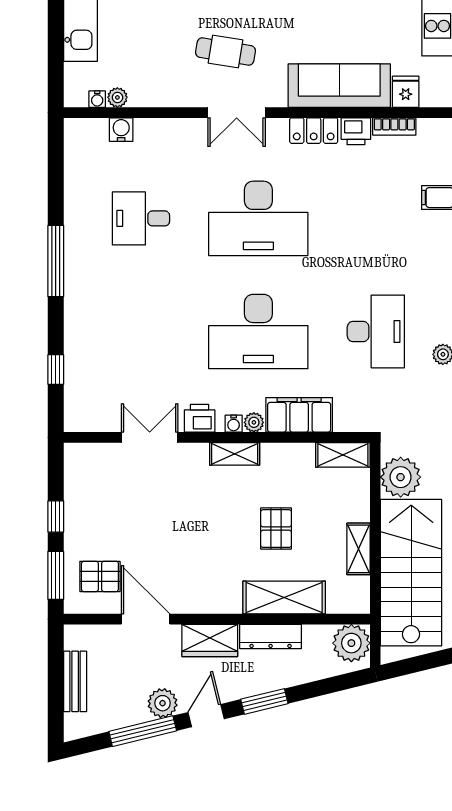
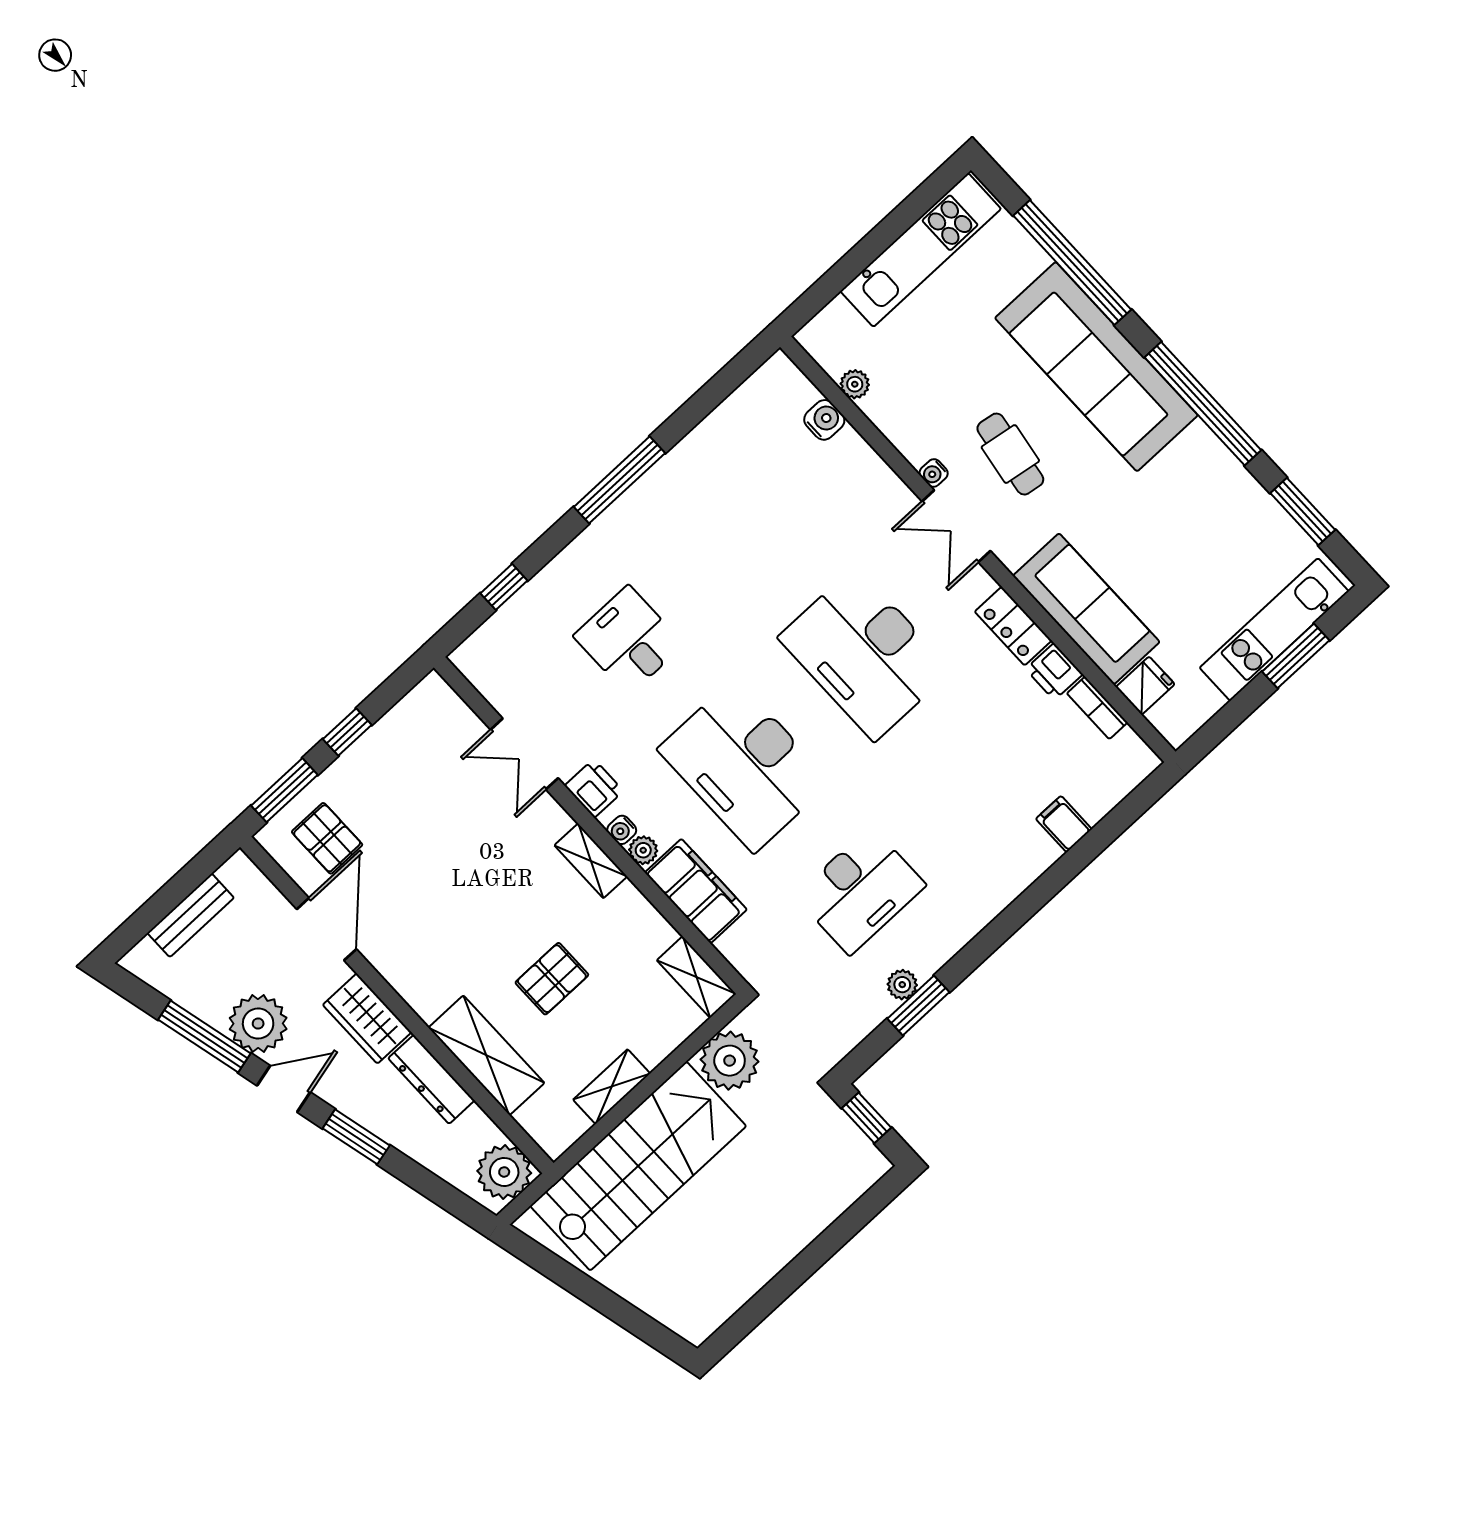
water cooler: (97, 99) -> (934, 473), moved
desk: (141, 218) -> (629, 640), moved
double door: (150, 437) -> (524, 754), swing flipped
plant: (163, 703) -> (258, 1024), width x1.36, depth x1.36

